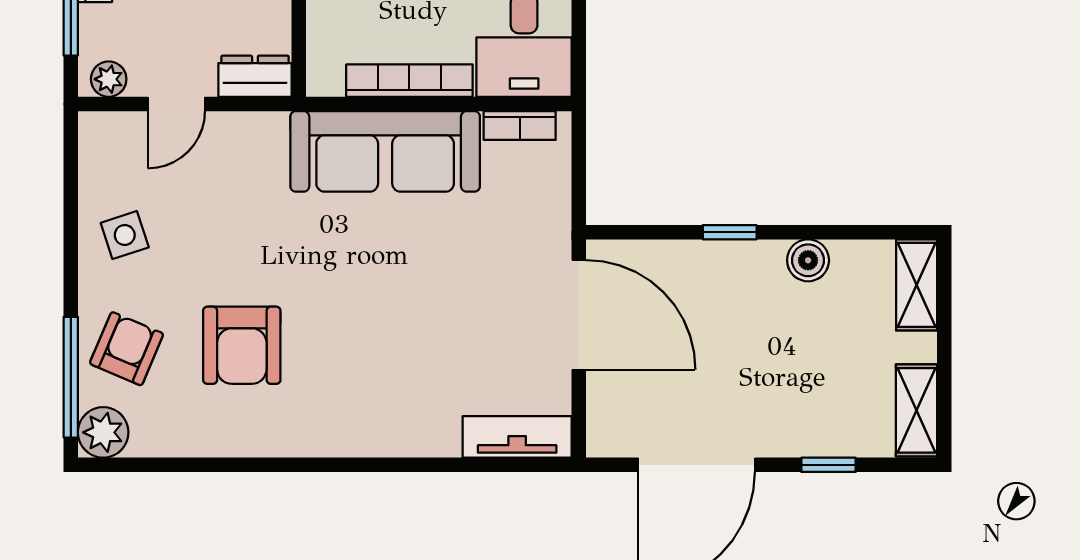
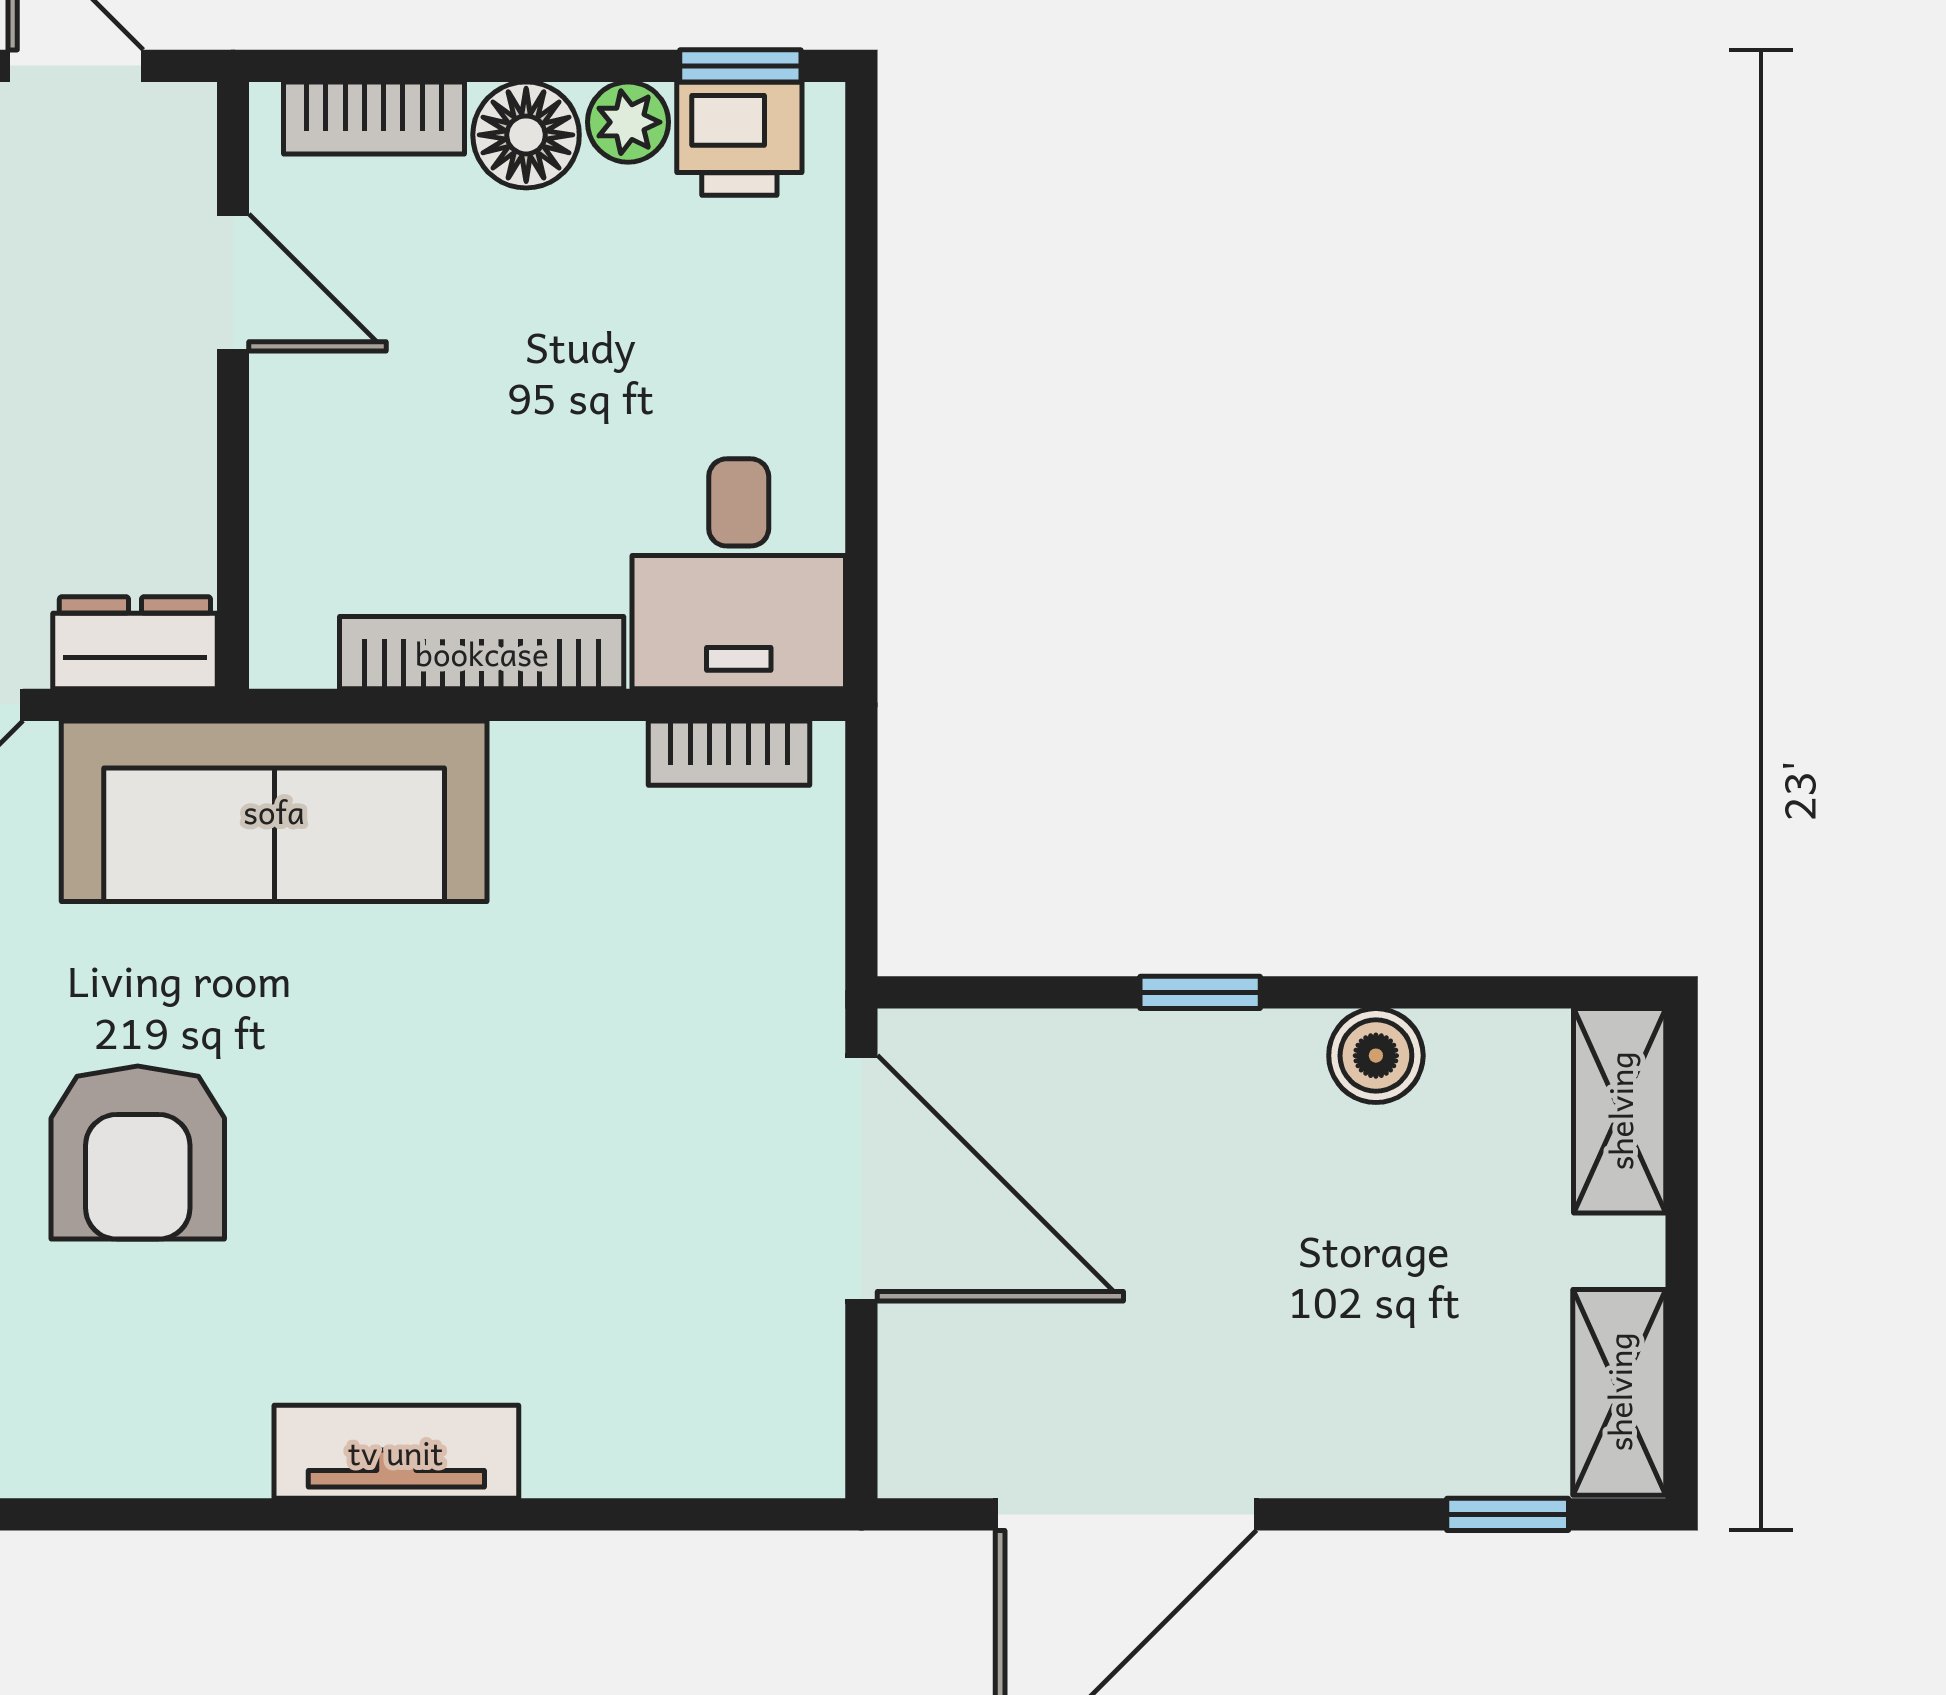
sofa: (385, 151) -> (274, 811), moved
armchair: (242, 345) -> (138, 1152), moved
tv unit: (517, 437) -> (396, 1452), moved
window: (828, 465) -> (1508, 1514), moved

